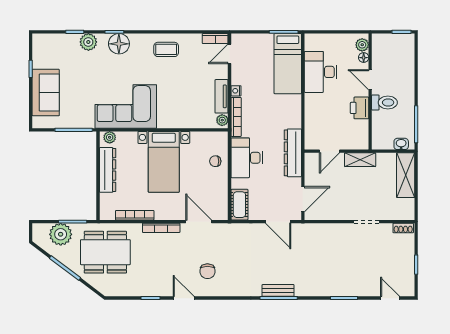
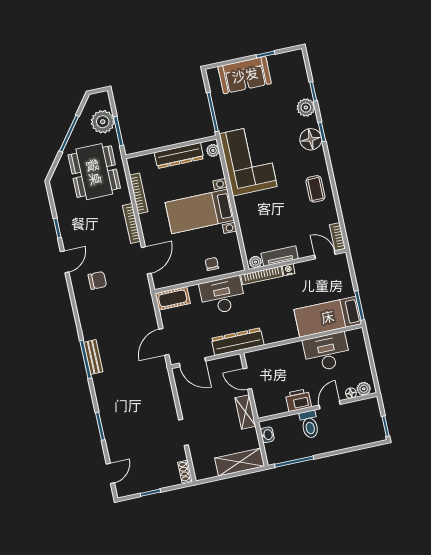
washbasin: (401, 144) -> (267, 435), moved
chair: (207, 271) -> (97, 280), turned 180

